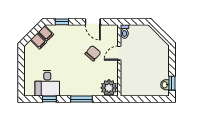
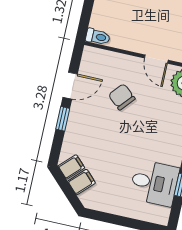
window: (62, 22) -> (63, 119), moved
door: (119, 53) -> (156, 59), moved

